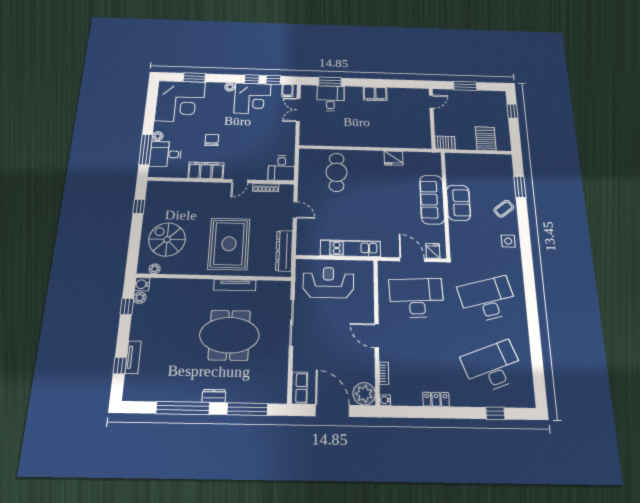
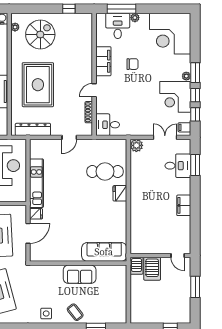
window: (194, 77) -> (195, 73), moved
plant: (307, 139) -> (136, 145), added
server rack: (486, 139) -> (152, 269), moved, turned 90
fridge: (394, 158) -> (120, 193), moved
door: (240, 181) -> (94, 90), hinge flipped
sofa: (432, 200) -> (104, 252), moved
rug: (229, 244) -> (38, 85), turned 90
fridge: (433, 251) -> (36, 214), moved

